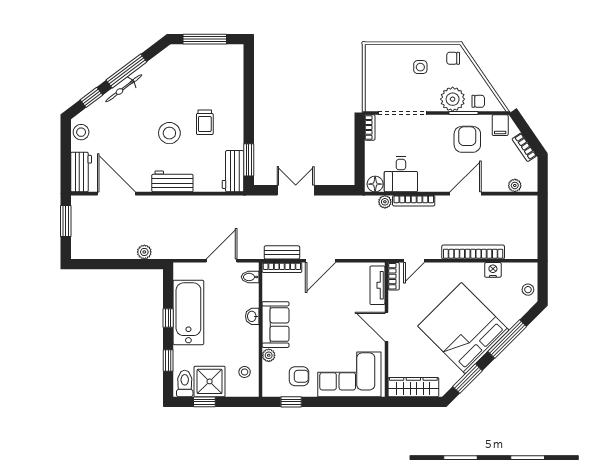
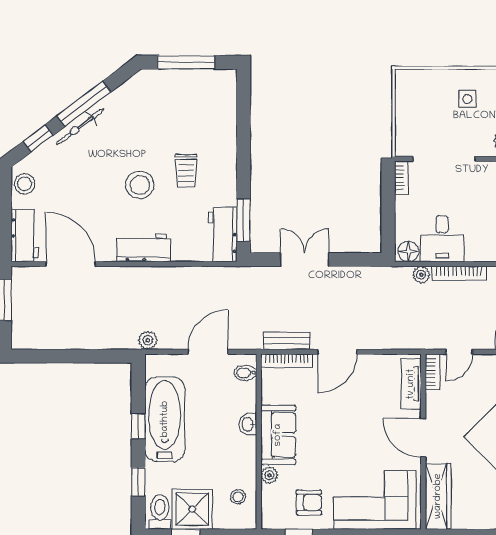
plant: (144, 252) -> (148, 340), moved
wardrobe: (413, 387) -> (438, 496), moved, turned 90

